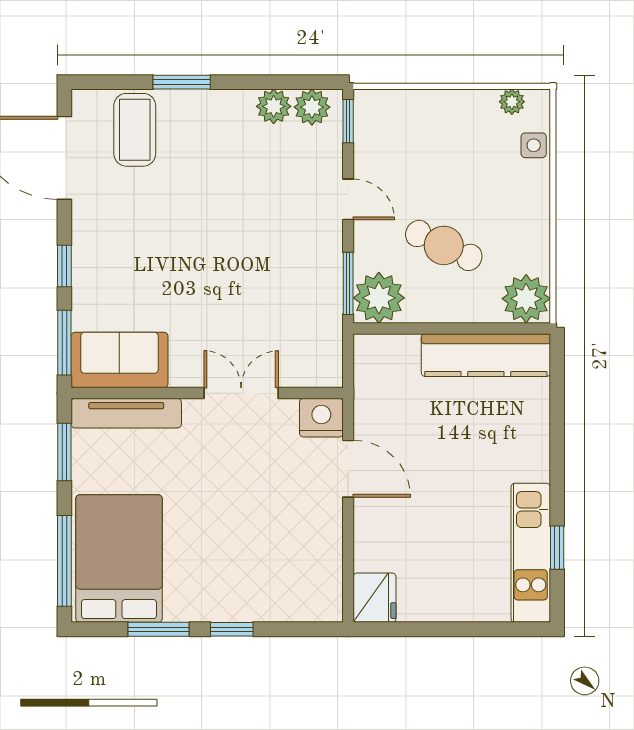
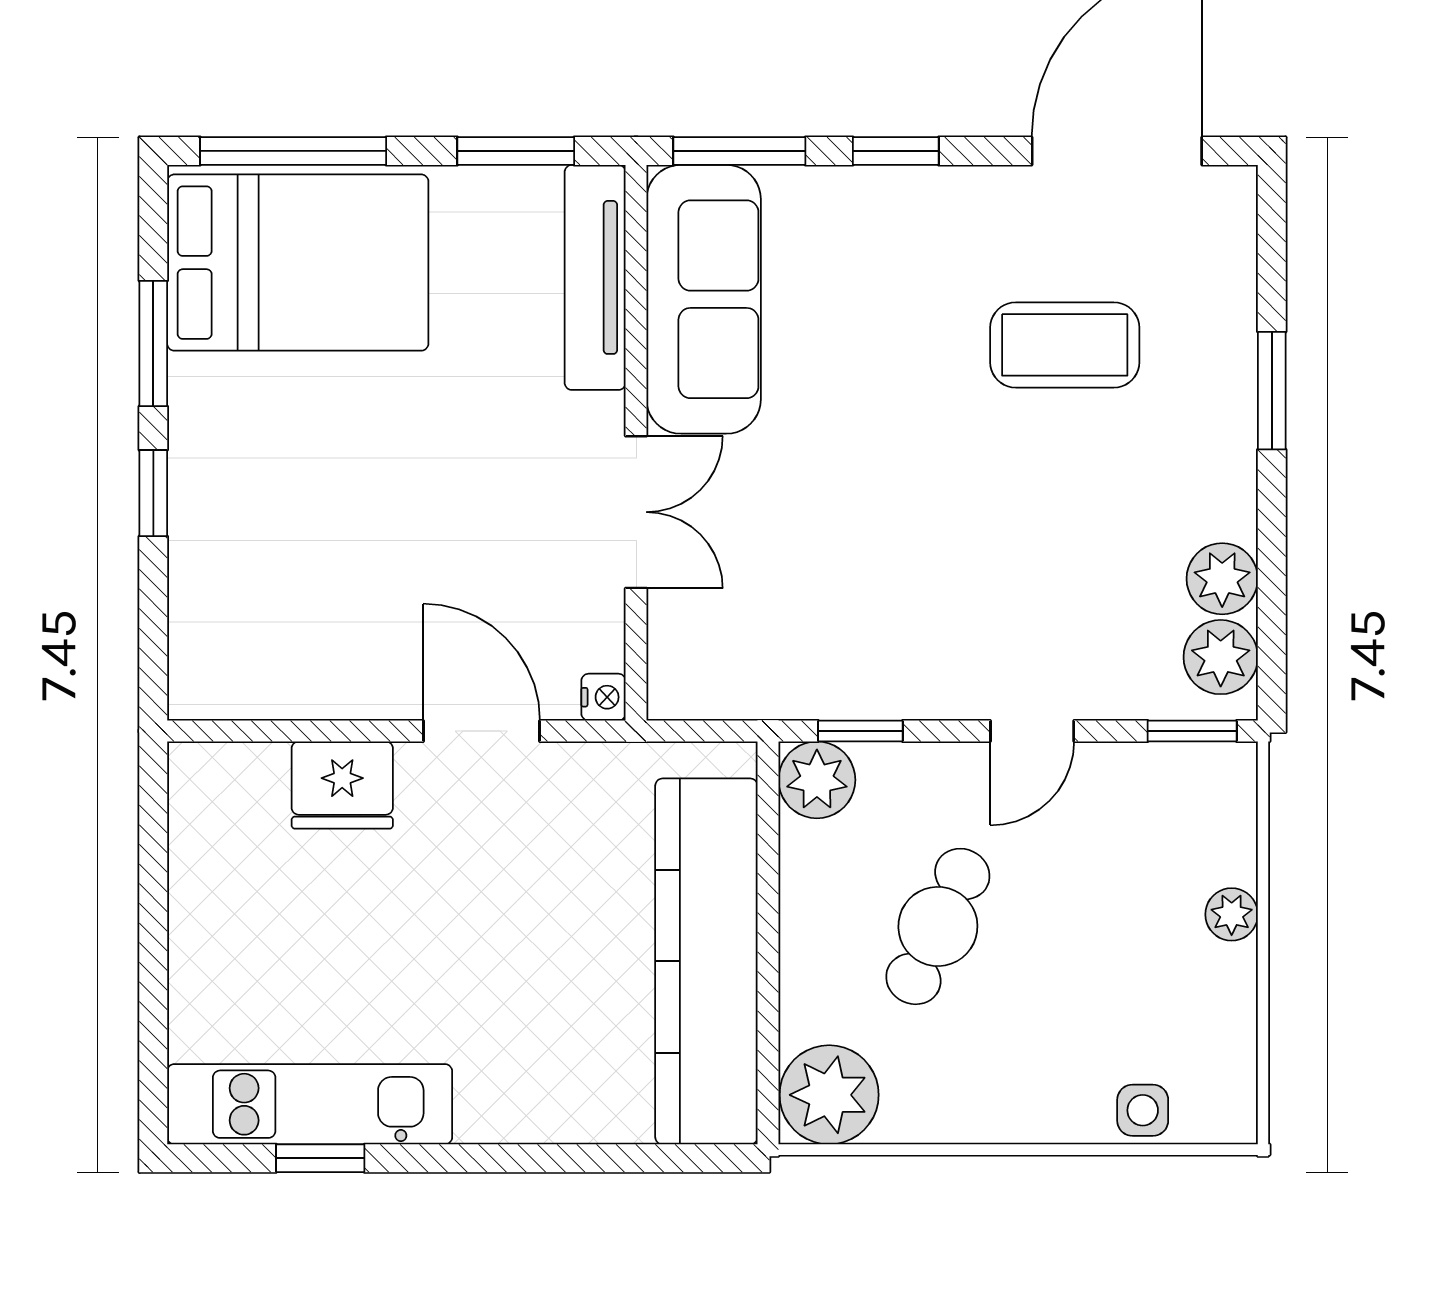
plant: (512, 102) -> (1232, 914), moved
coffee table: (135, 130) -> (1065, 345), moved
window: (348, 283) -> (860, 731), width x0.67
plant: (379, 298) -> (817, 780), width x0.73, depth x0.73
kitchen counter: (486, 355) -> (706, 961), width x1.39, depth x1.17
sofa: (119, 360) -> (704, 299), width x1.36
nightstand: (321, 418) -> (604, 697), width x0.53, depth x0.56
door: (348, 469) -> (482, 731), swing flipped
fridge: (375, 598) -> (342, 785), moved

